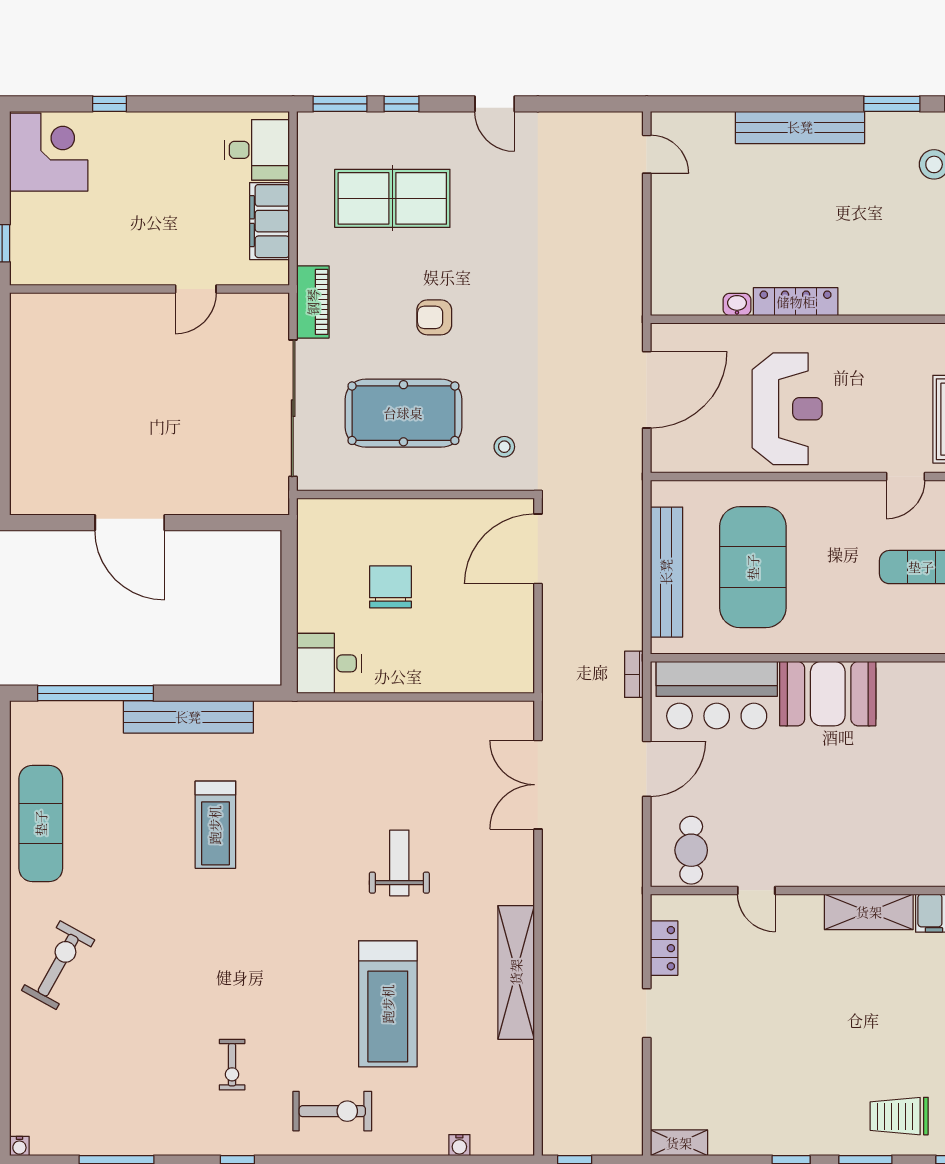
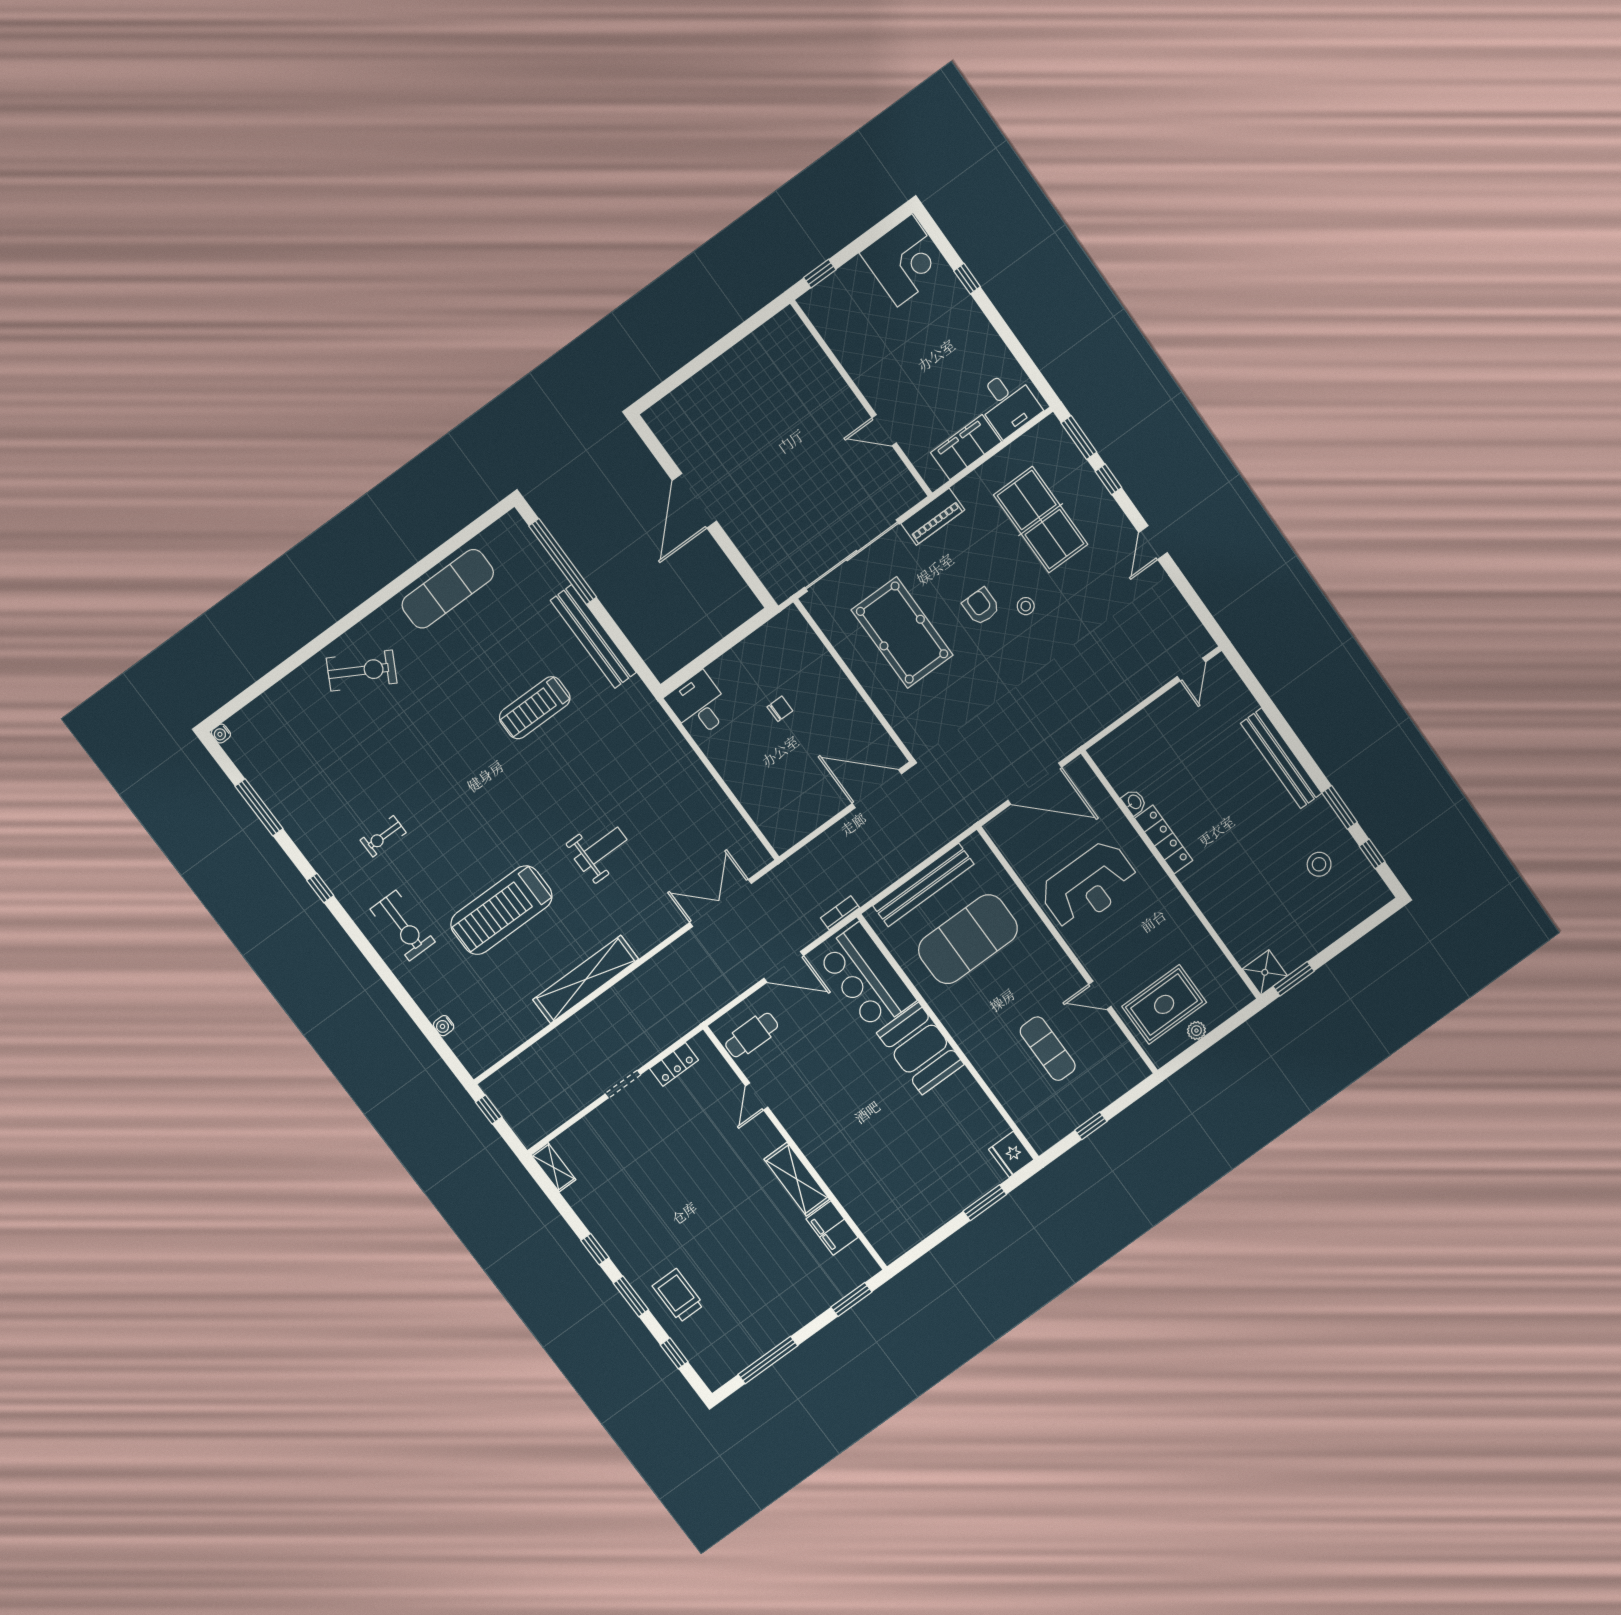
stool: (504, 447) -> (1026, 606), moved
chair: (390, 587) -> (780, 709), width x0.54, depth x0.54

